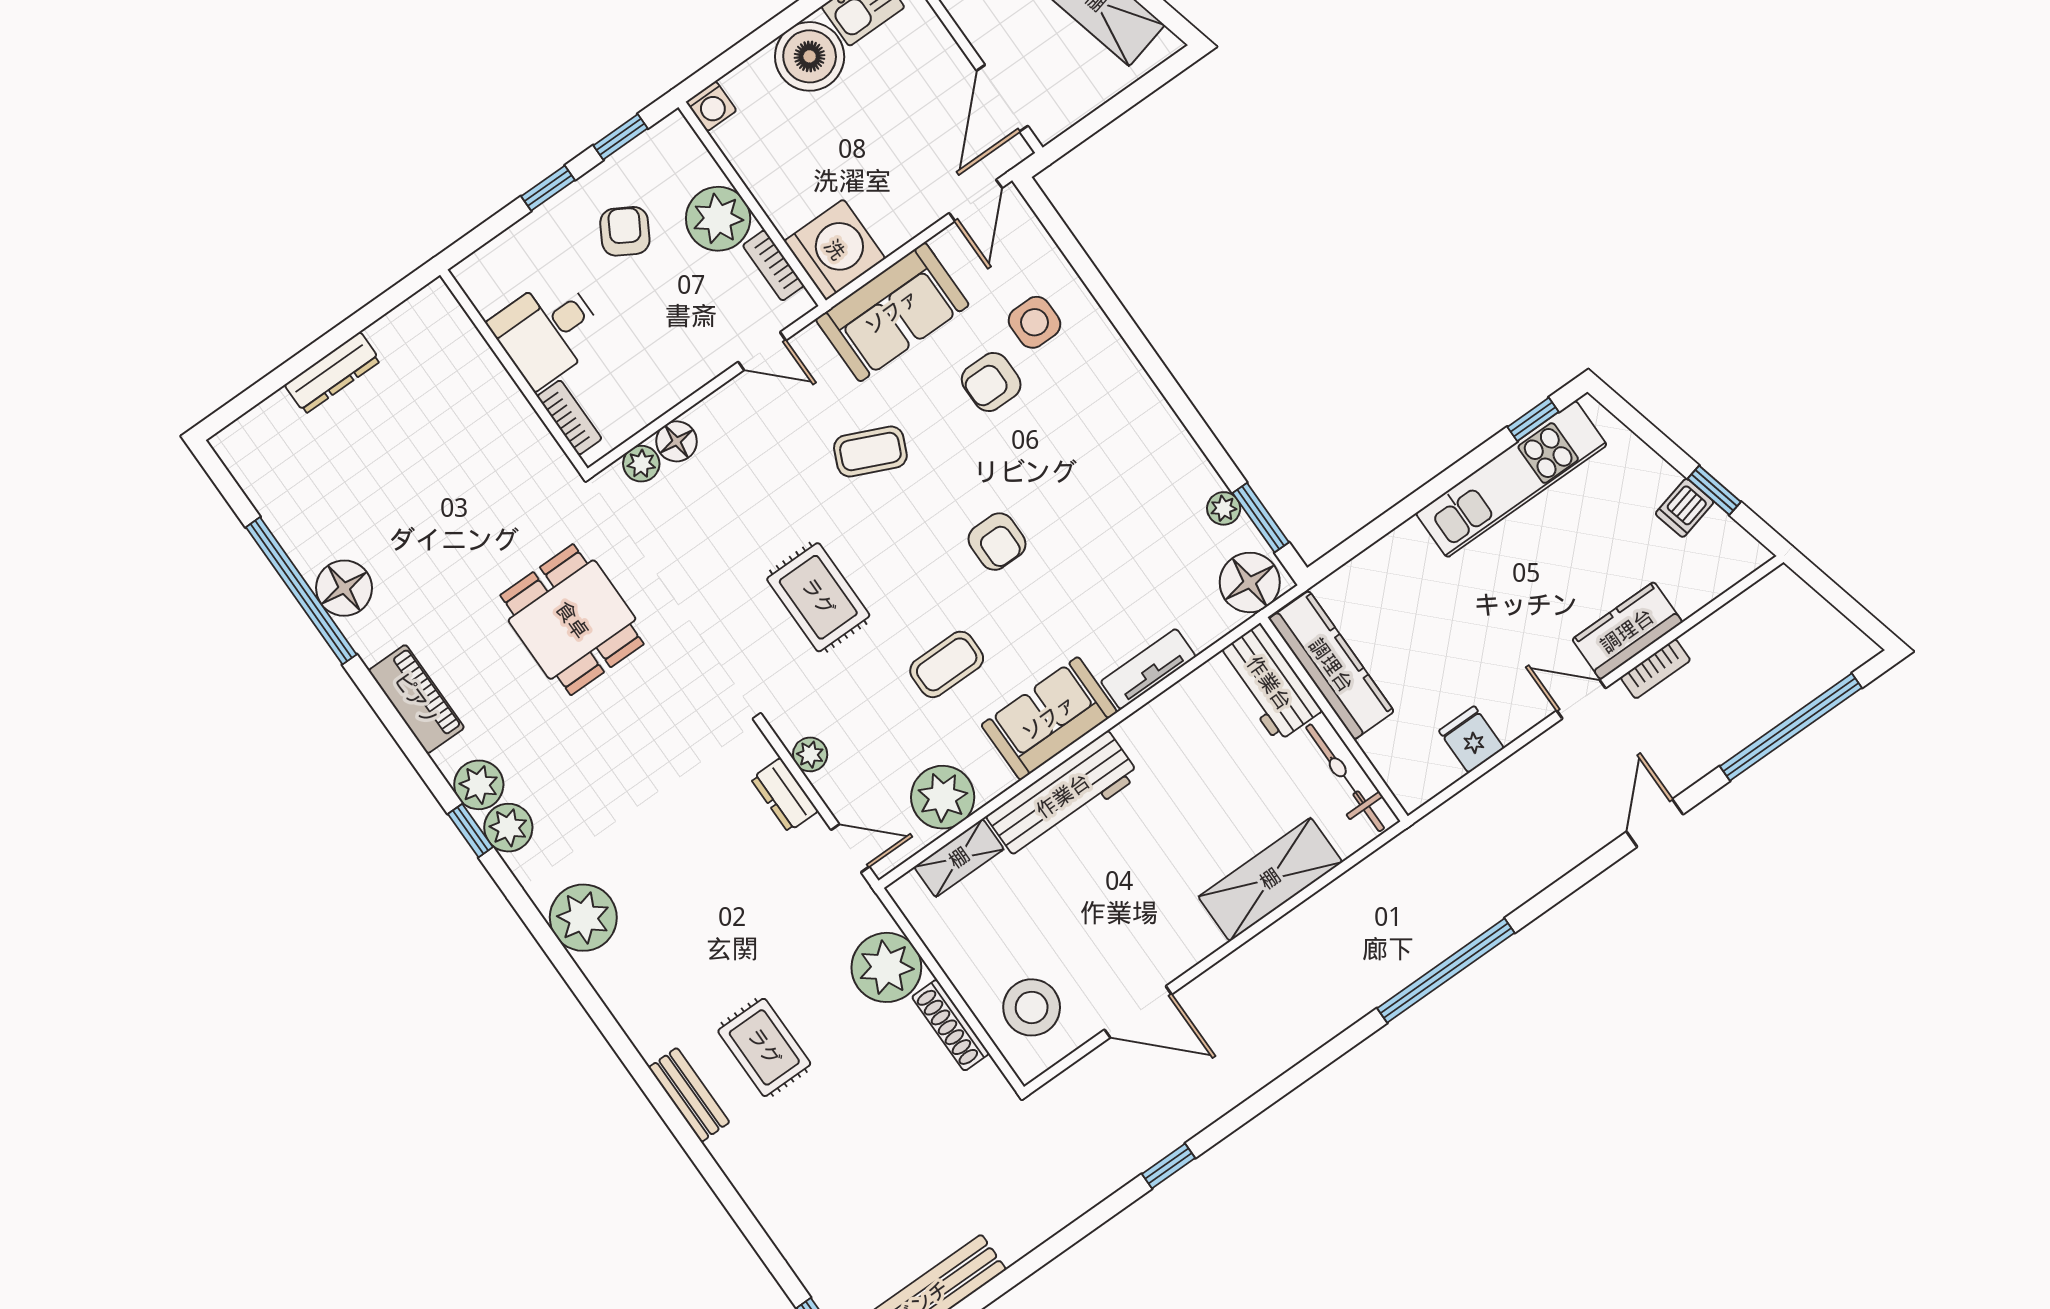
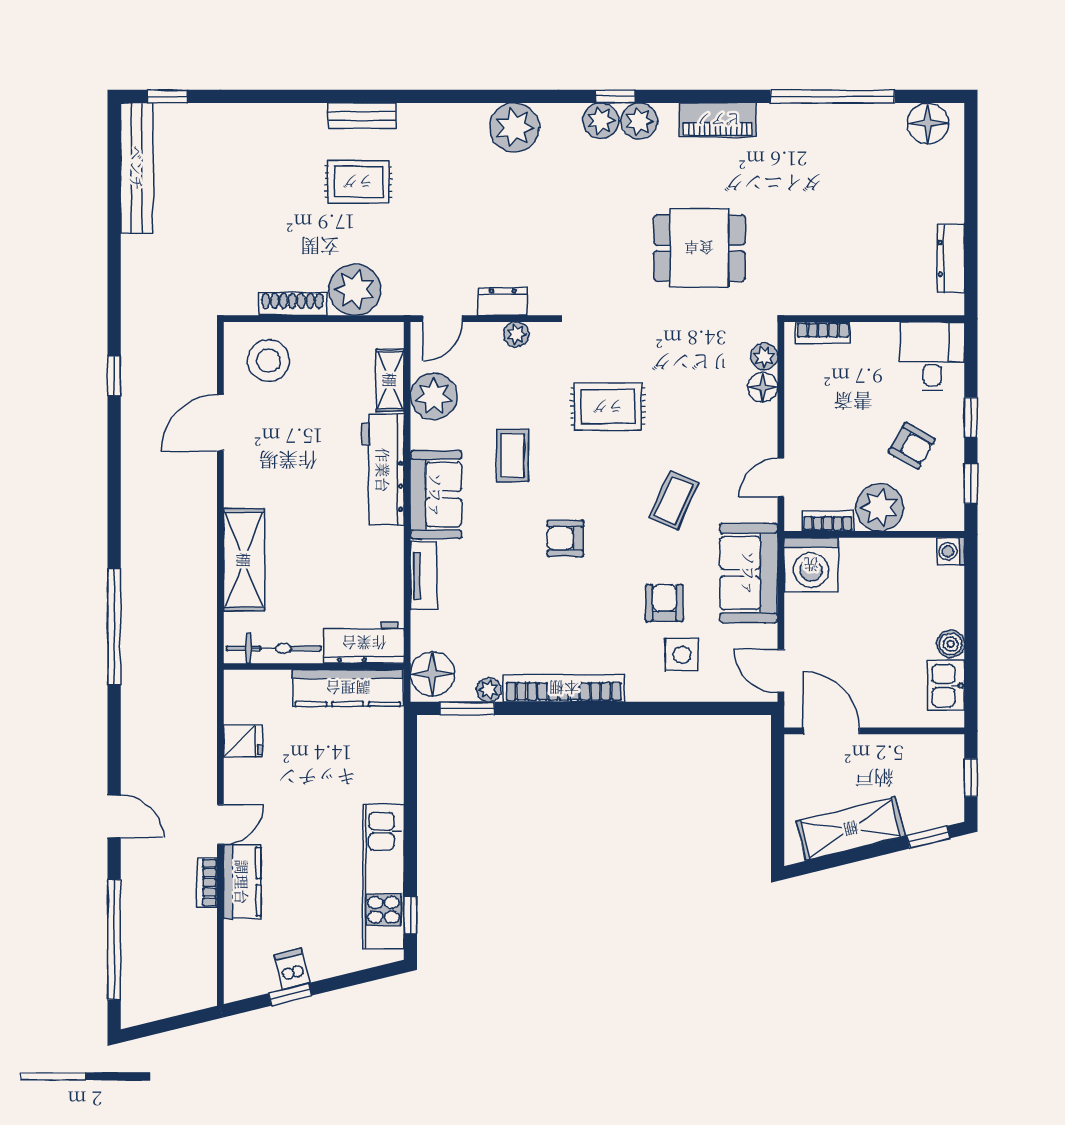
boiler: (810, 56) -> (951, 644), width x0.54, depth x0.54
desk: (548, 331) -> (932, 356), moved
dresser: (333, 373) -> (951, 258), moved
bookcase: (1163, 427) -> (564, 688), added
floor lamp: (344, 588) -> (928, 123), moved

